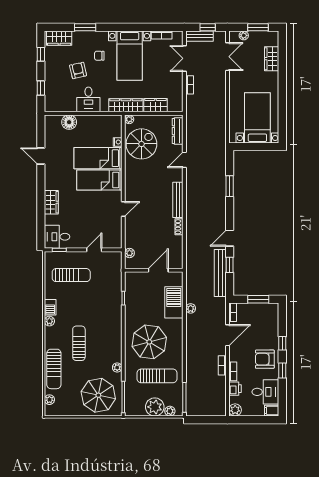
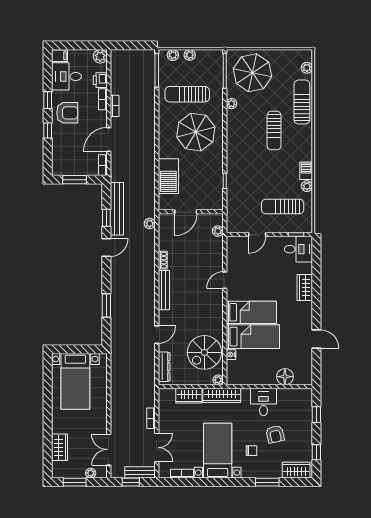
plant: (191, 308) -> (150, 224), moved
plant: (49, 321) -> (307, 186), moved
plant: (155, 407) -> (190, 55), width x0.53, depth x0.53

